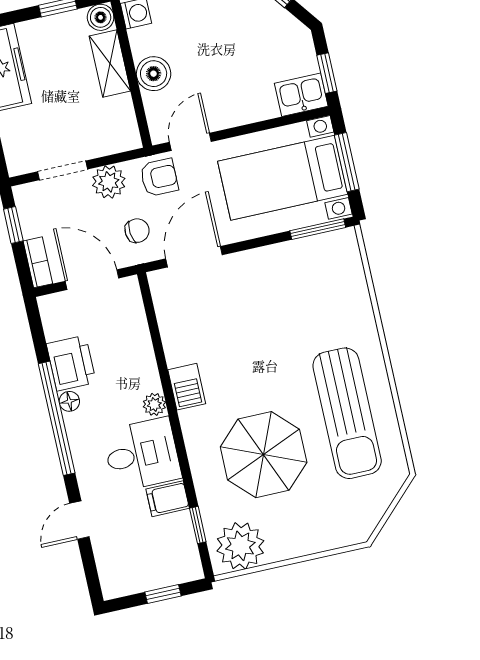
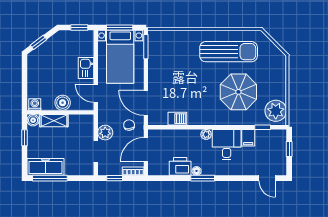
kitchen sink: (301, 95) -> (86, 68), moved
armchair: (159, 177) -> (108, 110), removed
barbecue: (187, 387) -> (177, 119), moved
window: (57, 418) -> (203, 178), width x0.47
door: (79, 520) -> (267, 178), moved

